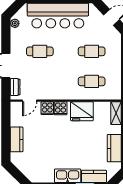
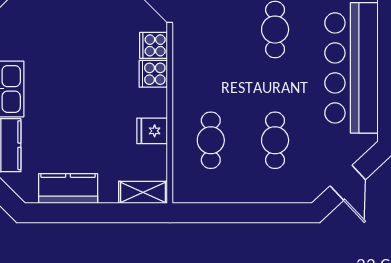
fridge: (82, 111) -> (152, 131), width x0.53, depth x0.75

